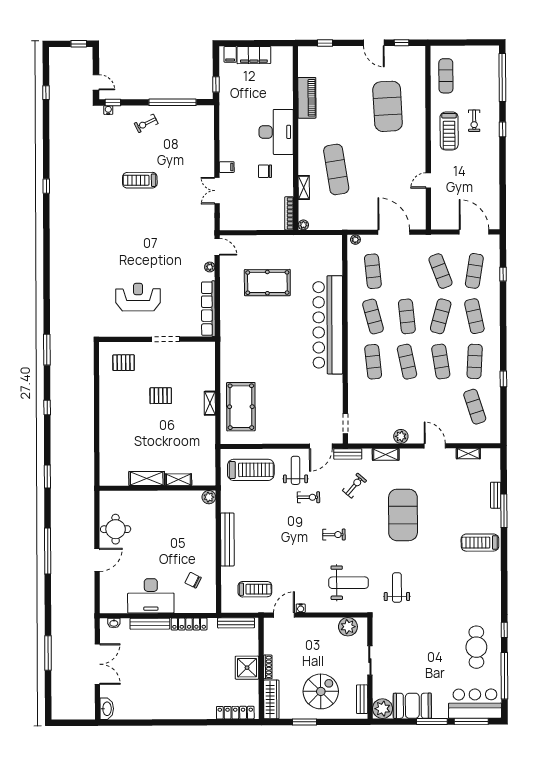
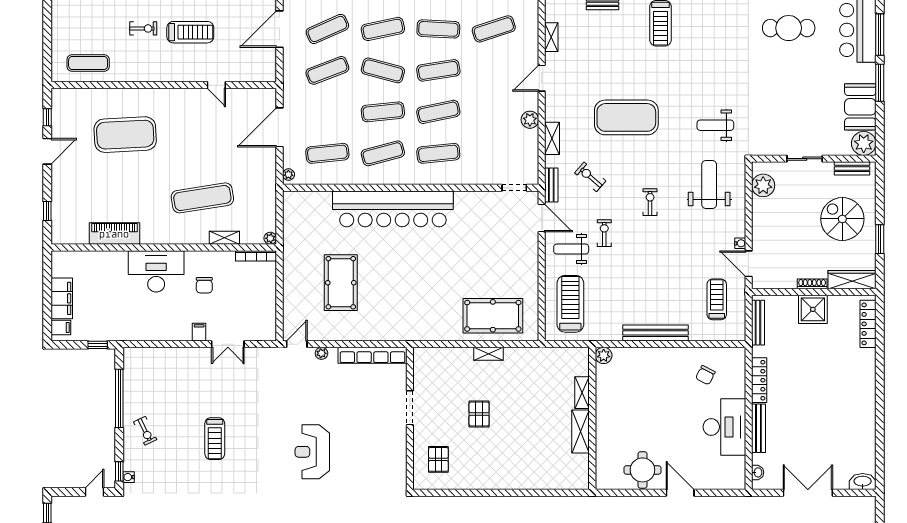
treadmill: (449, 131) -> (190, 32), moved
exercise mat: (474, 271) -> (327, 29), turned -33
reception desk: (138, 297) -> (312, 452), moved

